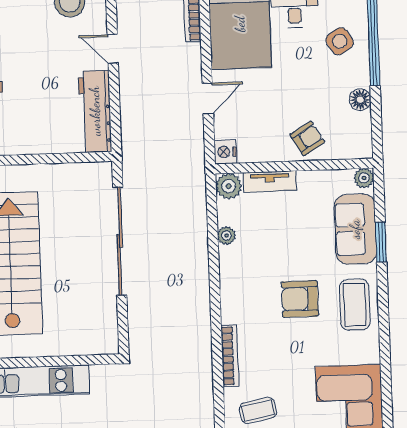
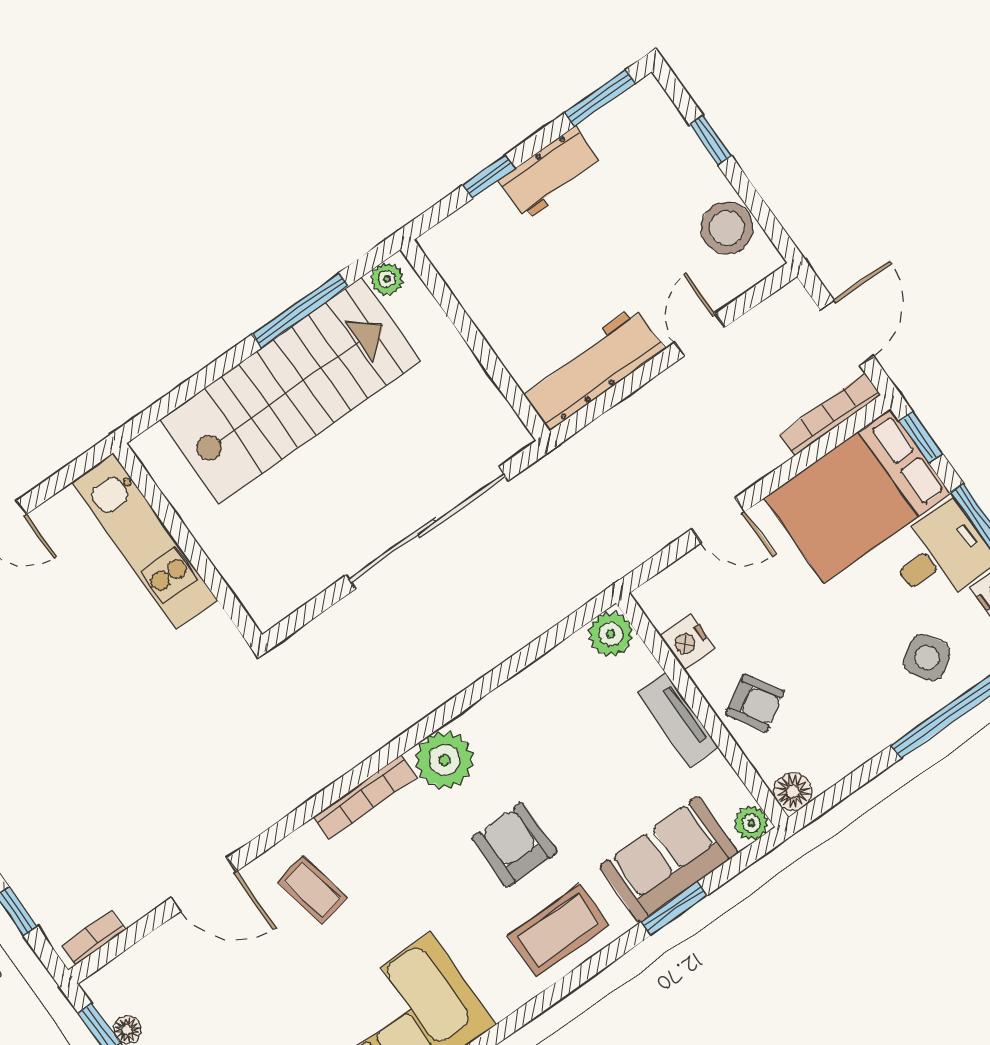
floor lamp: (360, 100) -> (793, 791), moved
nightstand: (225, 152) -> (687, 642), moved, turned -90
tv unit: (270, 182) -> (678, 720), moved
plant: (227, 235) -> (444, 760), moved, width x1.88, depth x1.88

